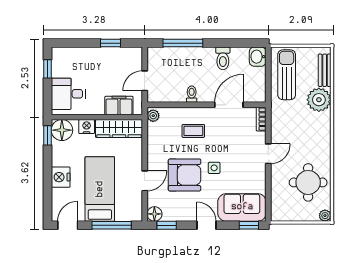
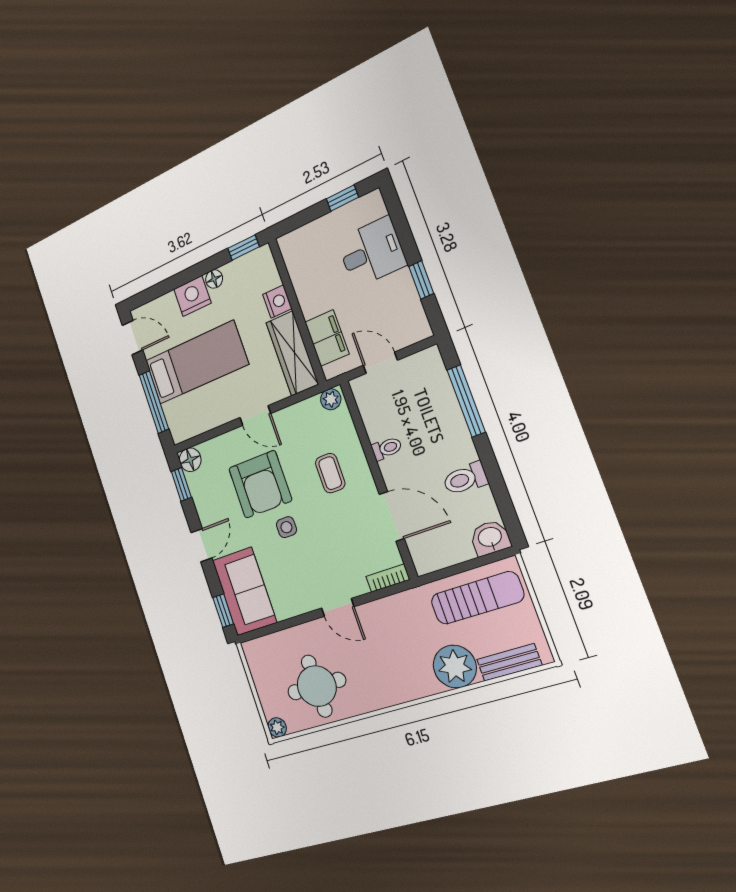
desk: (68, 94) -> (372, 252), moved, turned 90
floor lamp: (62, 130) -> (214, 279), moved, width x0.53, depth x0.53
door: (145, 181) -> (255, 416), moved

